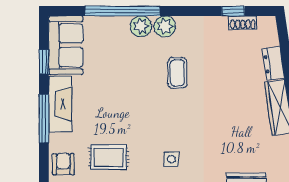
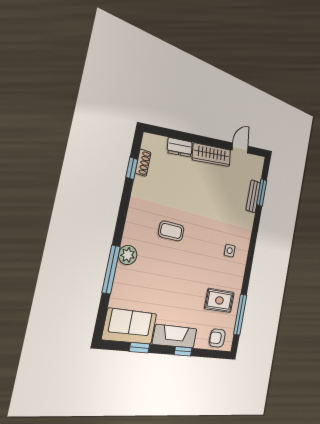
window: (122, 11) -> (111, 270), width x0.68
plant: (165, 26) -> (132, 233), removed
window: (44, 119) -> (183, 351), width x0.46
rug: (109, 157) -> (219, 300), turned 90

